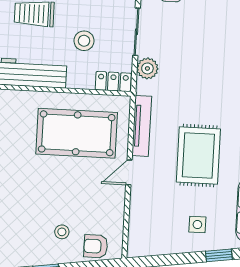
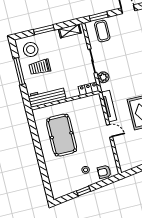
stool: (84, 41) -> (68, 73), removed
pool table: (77, 133) -> (62, 135), moved, turned 90
door: (129, 172) -> (110, 131), swing flipped

